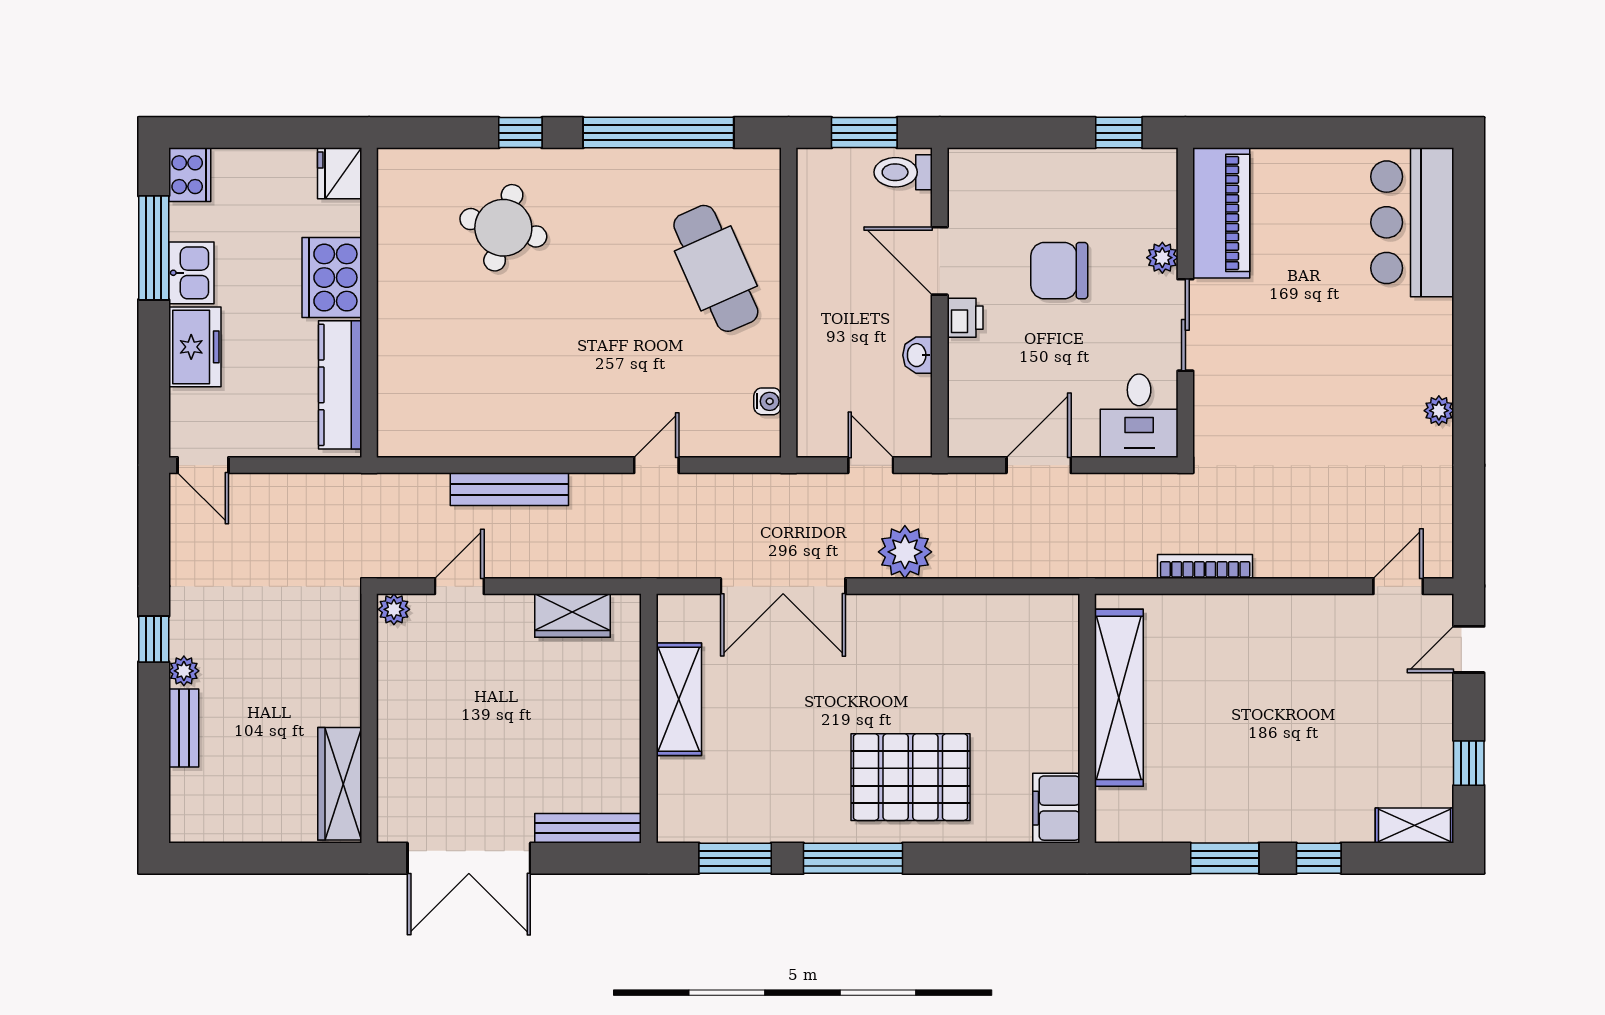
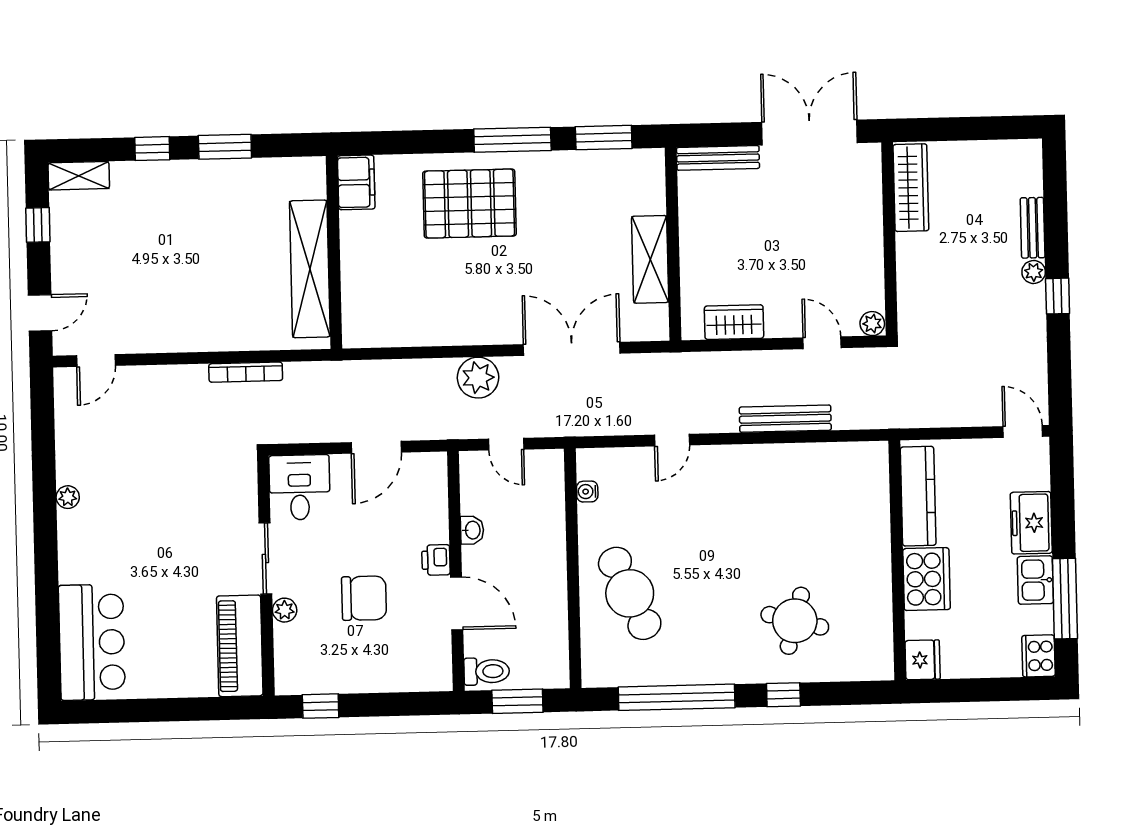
door: (459, 586) -> (822, 343), swing flipped

